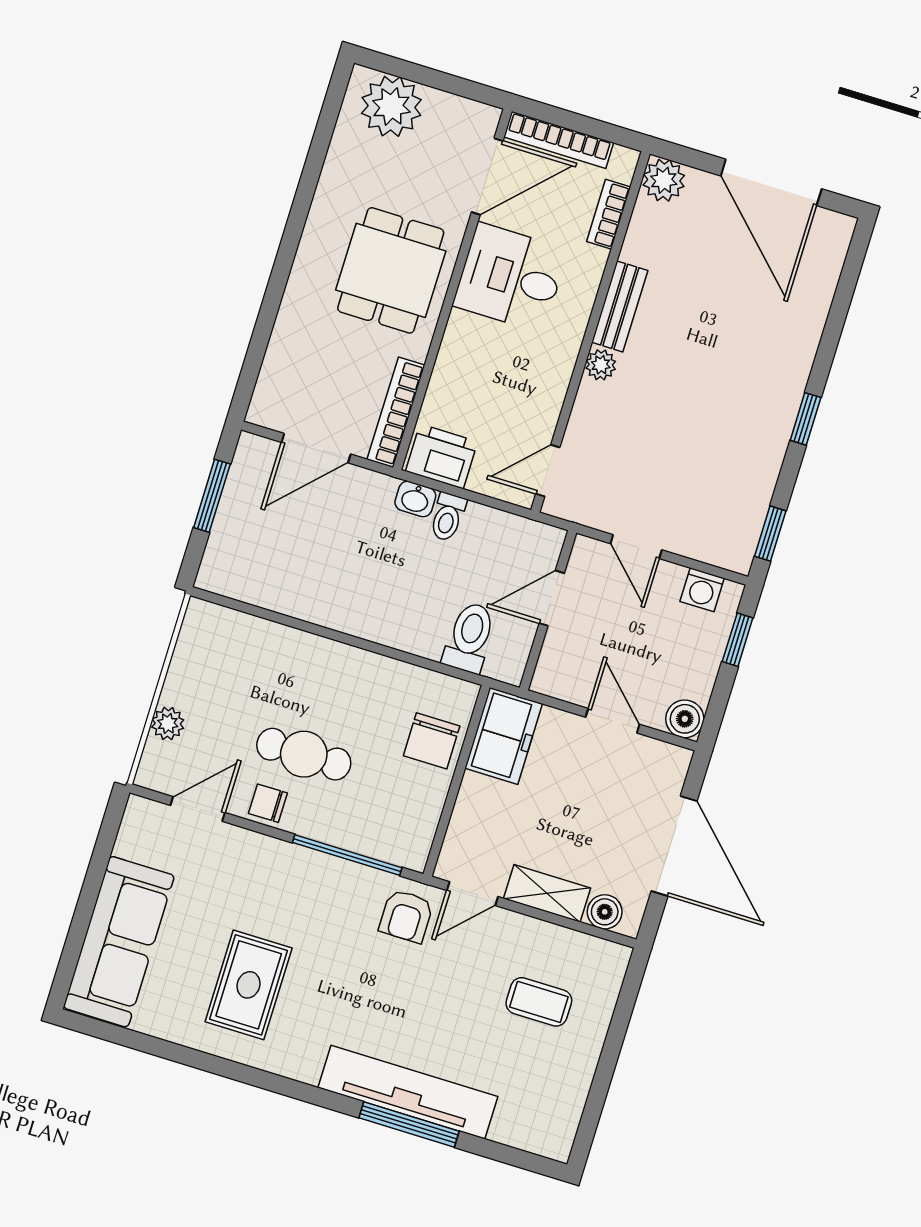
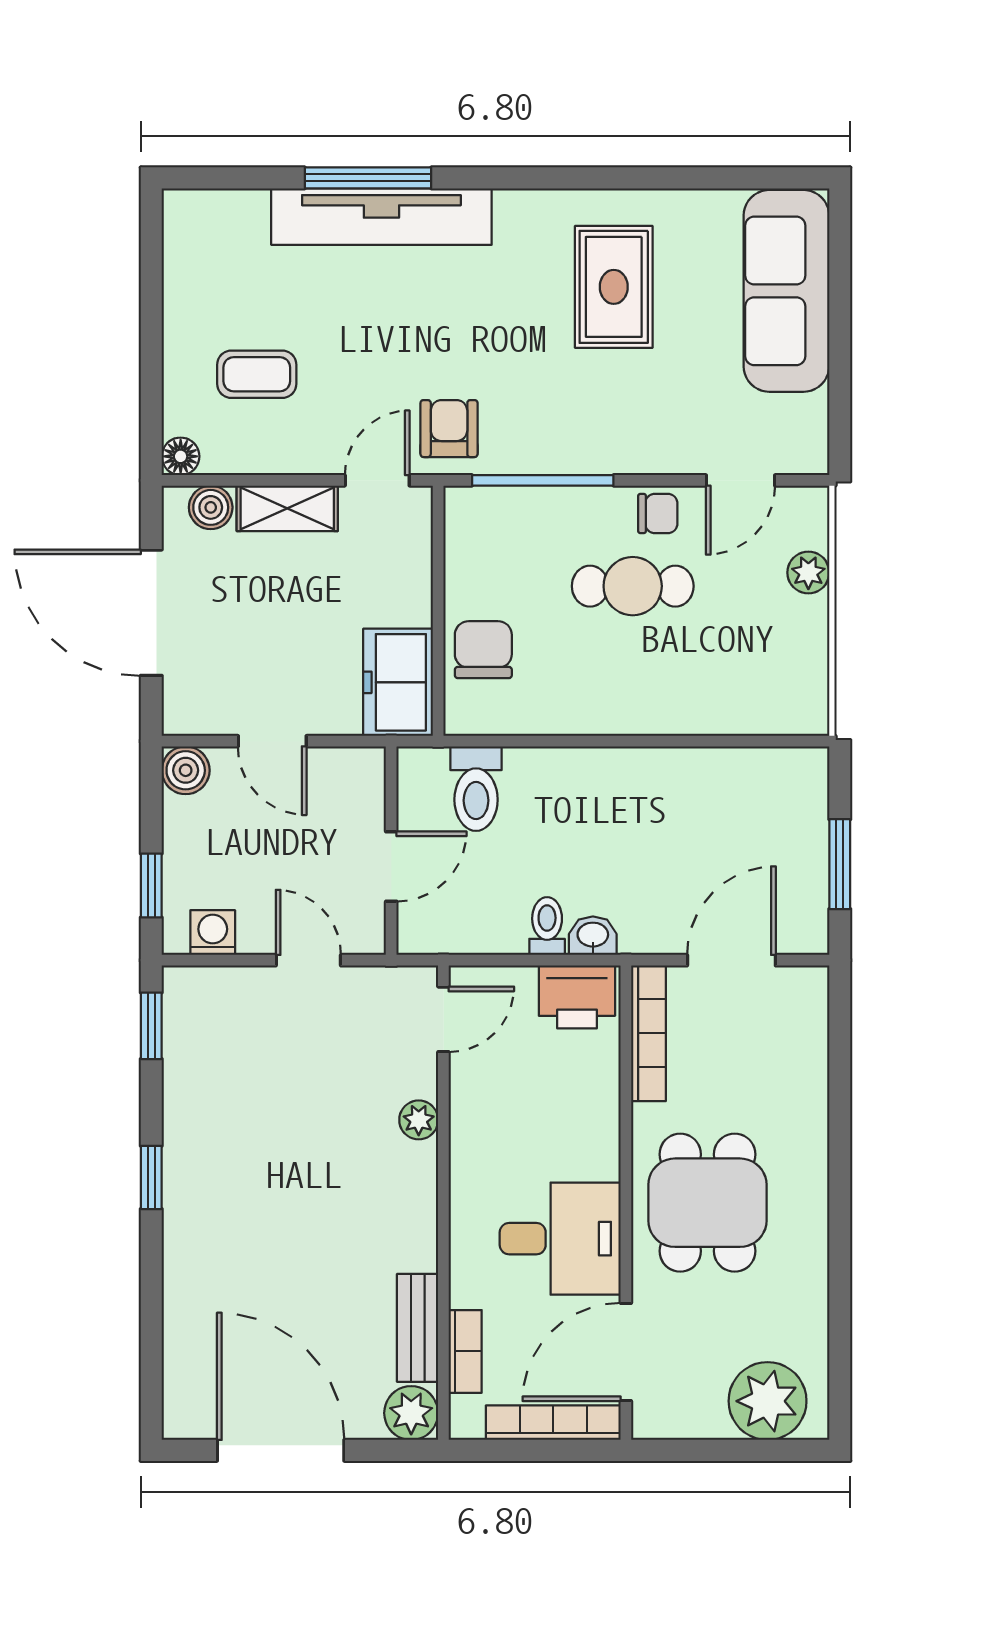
bench: (620, 306) -> (418, 1328), moved
plant: (601, 365) -> (419, 1120), moved
floor lamp: (616, 957) -> (181, 456), added

